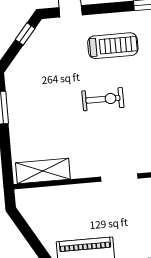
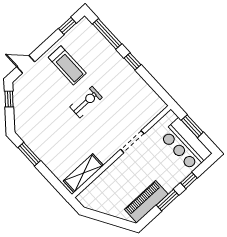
treadmill: (113, 46) -> (67, 65), turned 90

